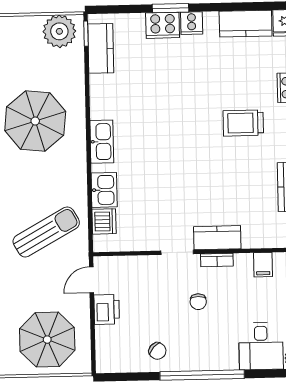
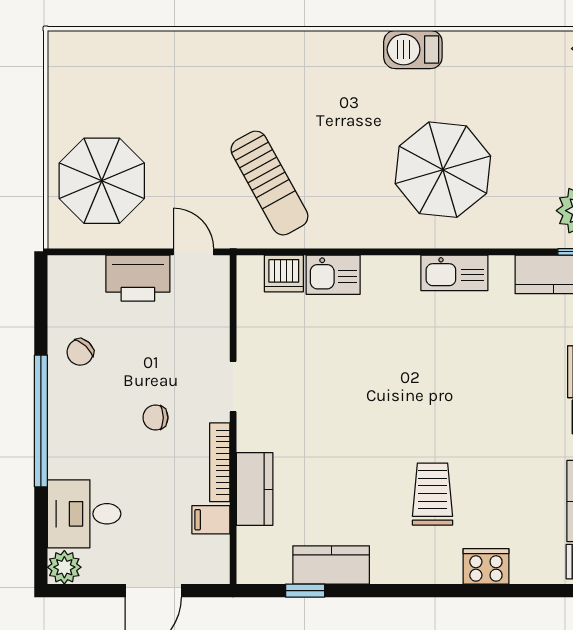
kitchen sink: (102, 142) -> (454, 273), moved
kitchen counter: (217, 238) -> (255, 489), moved
bookcase: (217, 260) -> (220, 462), width x1.56
printer: (107, 309) -> (138, 278), width x1.37, depth x1.19

